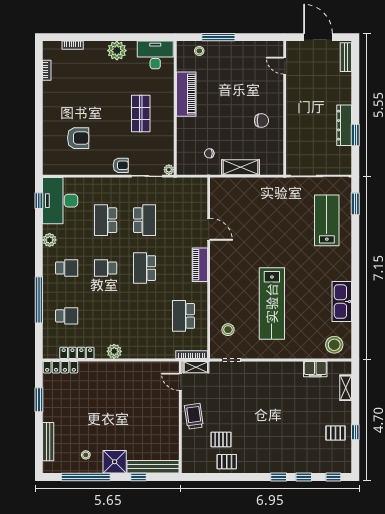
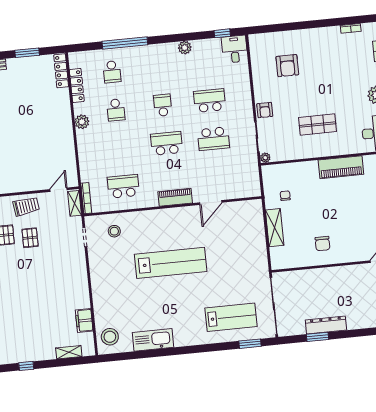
desk: (60, 201) -> (235, 49), width x0.53, depth x0.77
school desk: (67, 268) -> (116, 110), moved
lab bench: (272, 303) -> (171, 263), moved, turned 180
pallet: (335, 433) -> (30, 238), moved

